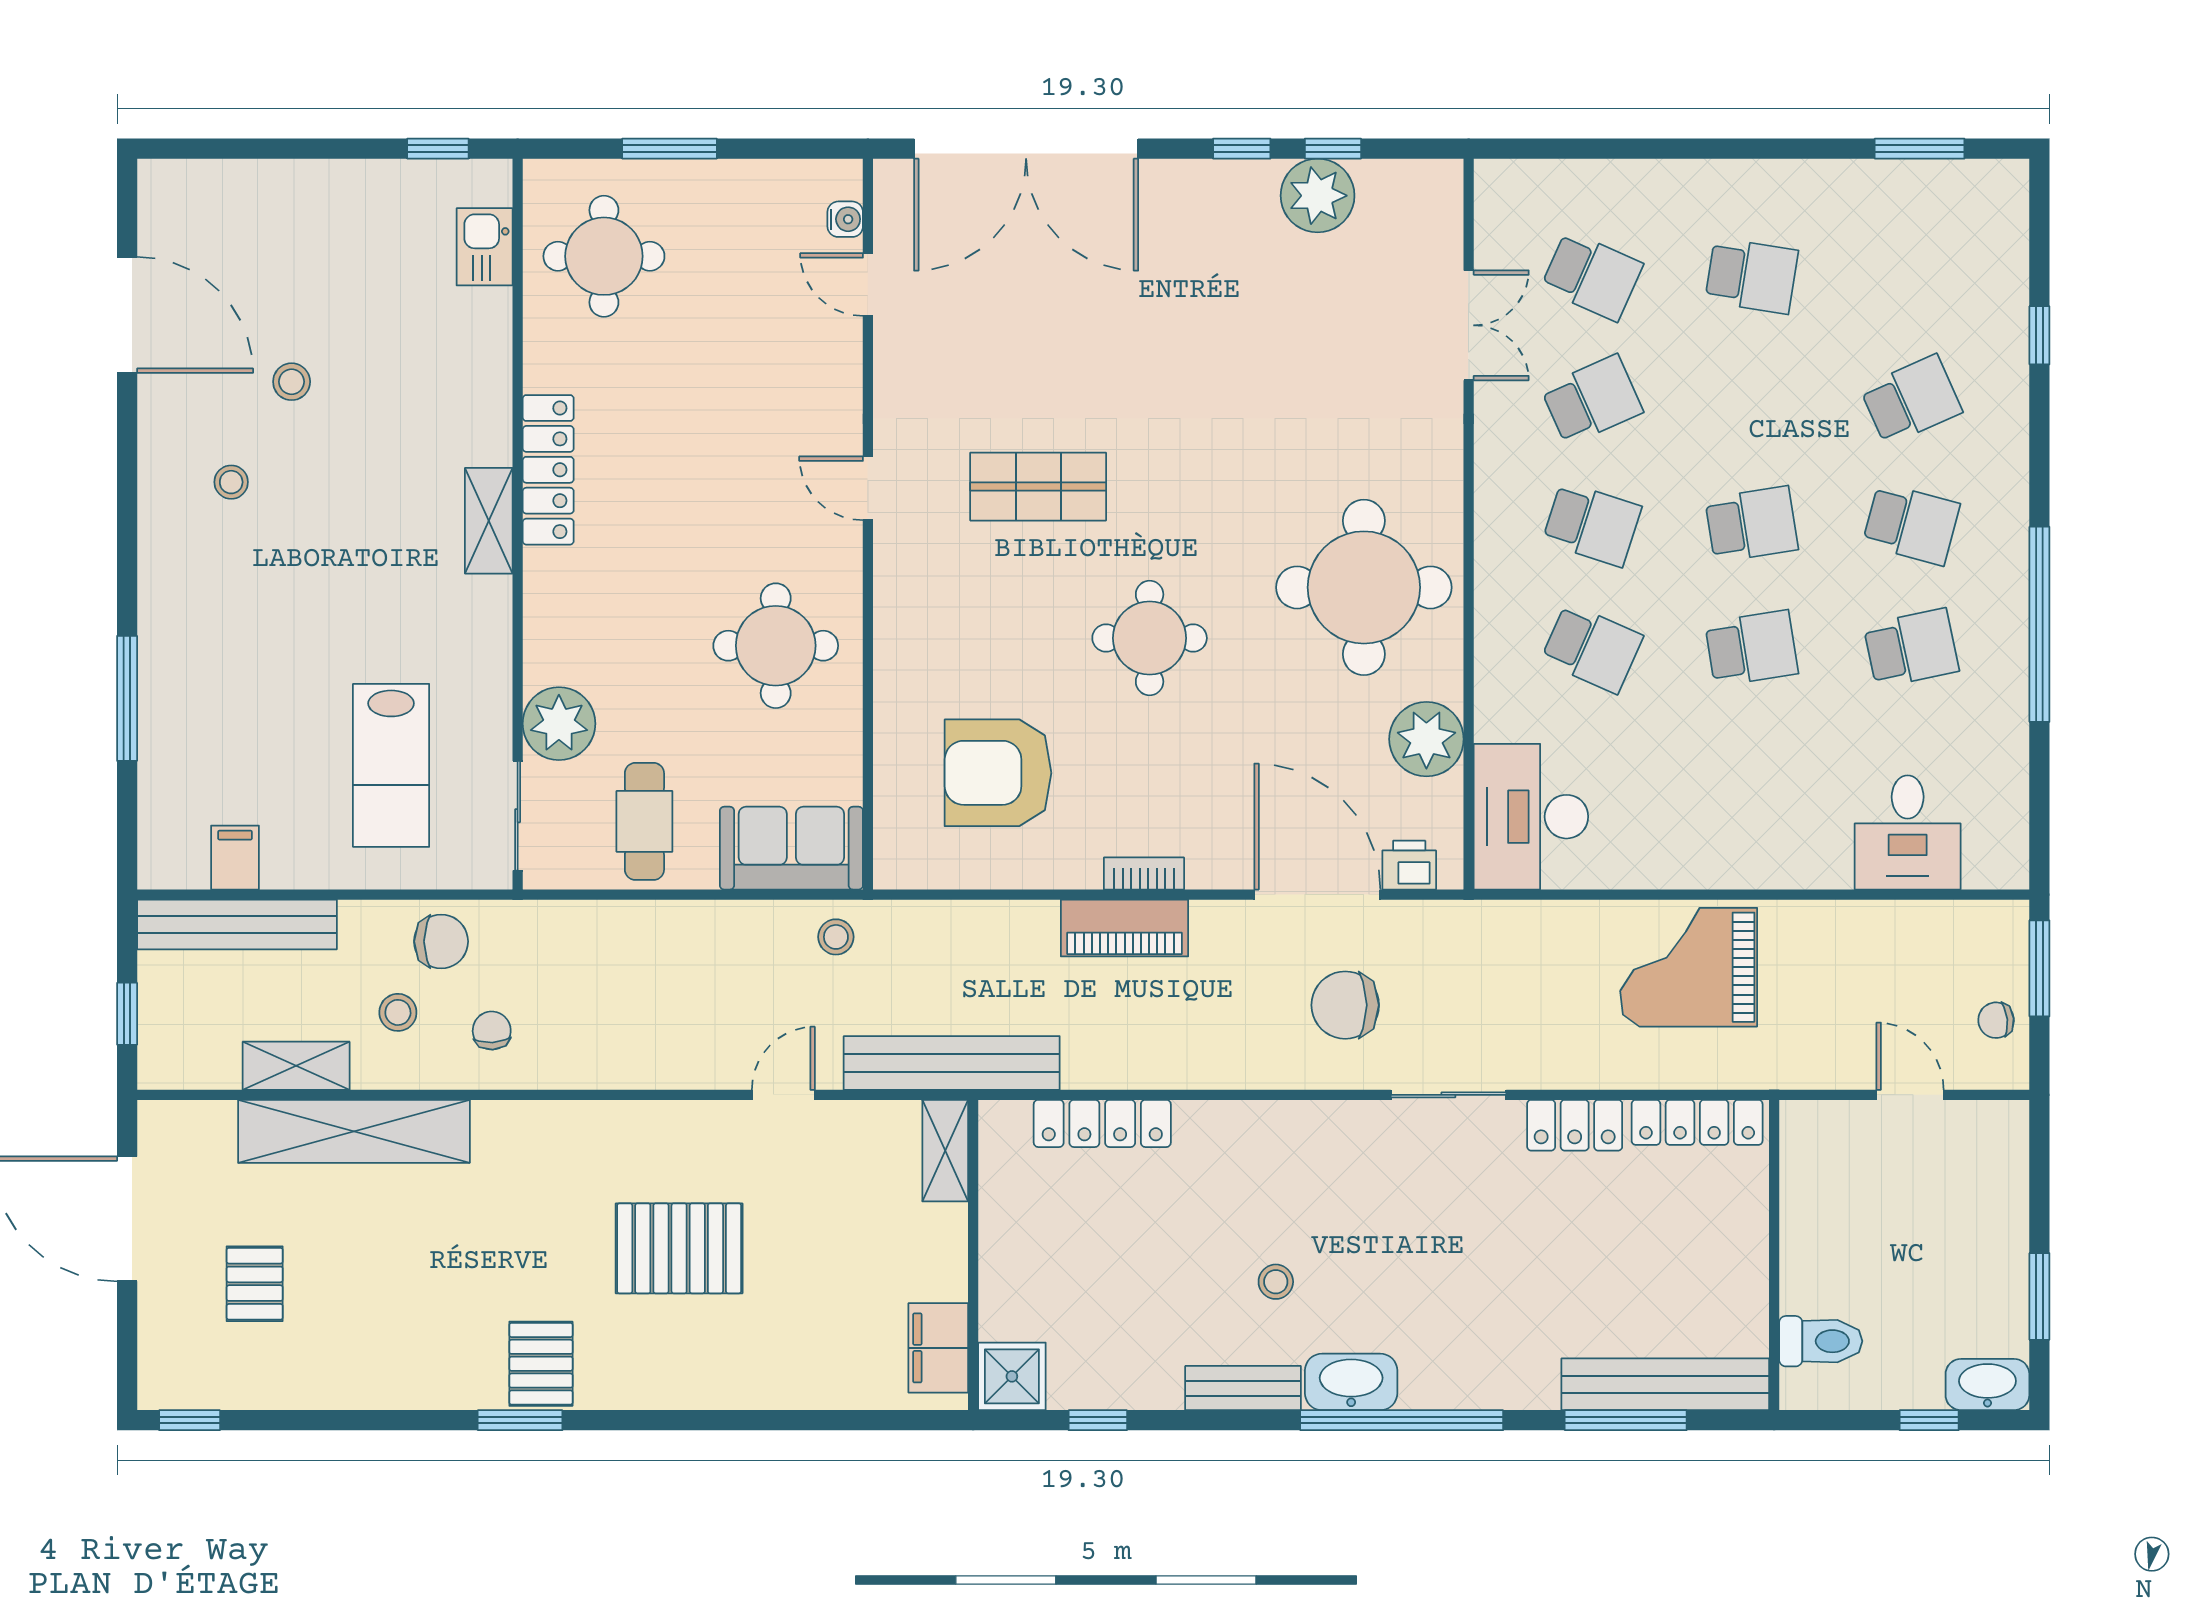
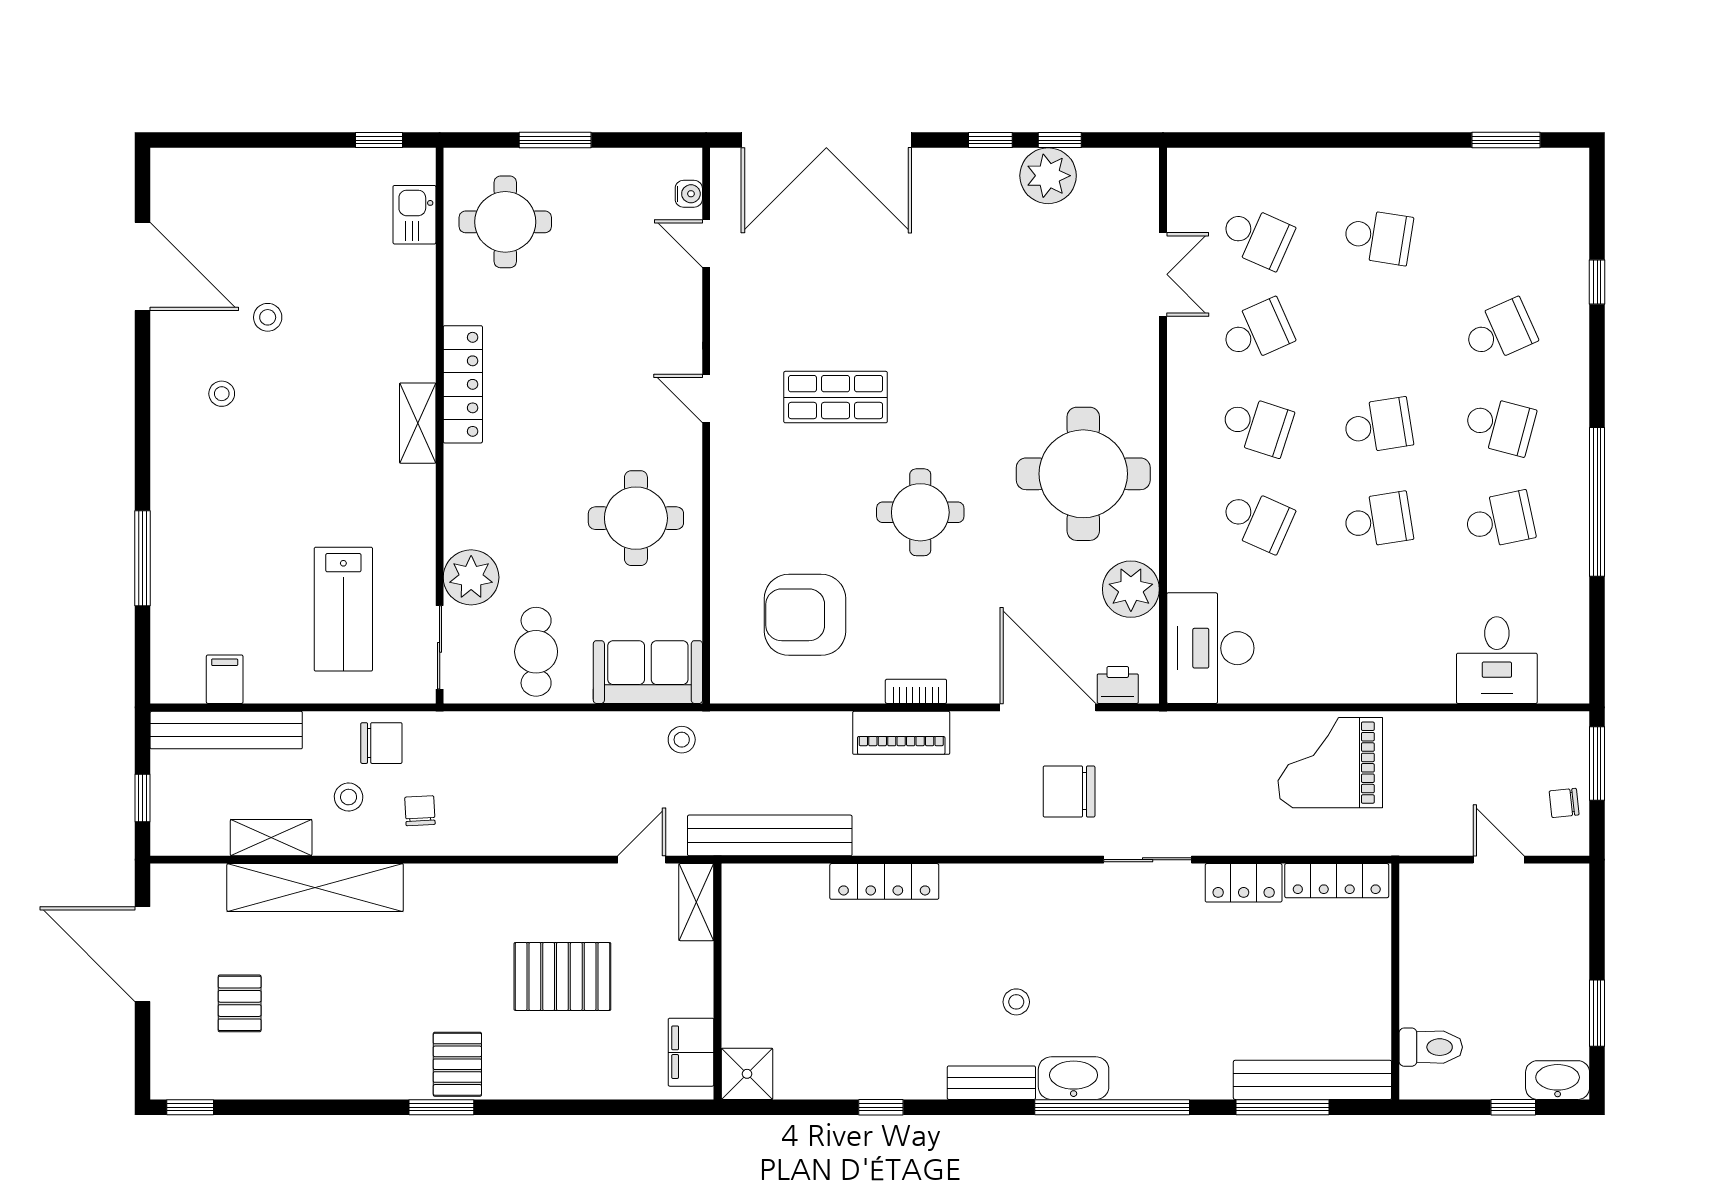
shelving: (945, 1151) -> (696, 902), moved
wall: (973, 1255) -> (718, 982), moved
filing cabinet: (938, 1348) -> (691, 1052), moved
shower: (1012, 1376) -> (747, 1074), moved

